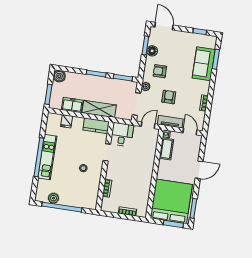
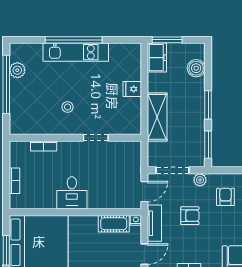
boiler: (59, 76) -> (196, 68), moved
freezer: (72, 105) -> (157, 58), moved
fridge: (67, 121) -> (132, 89), moved
door: (148, 125) -> (144, 192), hinge flipped
kitchen counter: (96, 126) -> (132, 116), removed
desk: (122, 134) -> (72, 193), moved, turned 90

